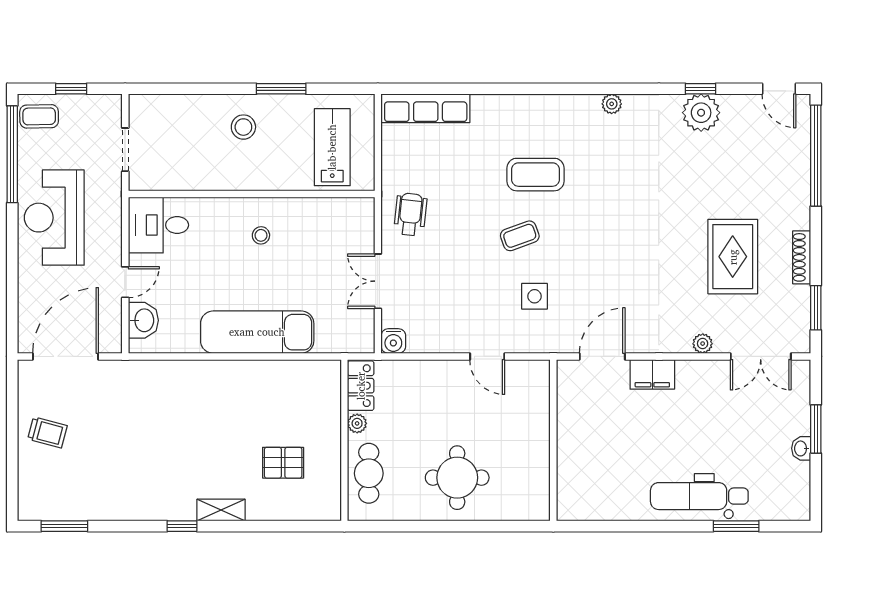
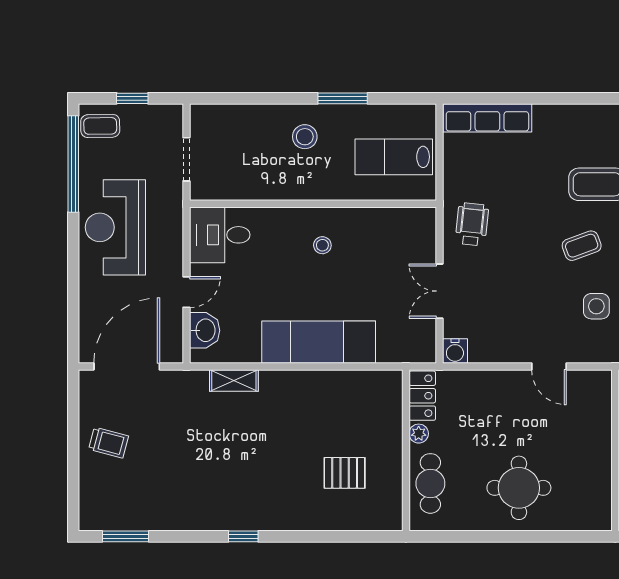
lab bench: (332, 147) -> (394, 157), turned -90
shelving: (221, 510) -> (234, 380), moved

